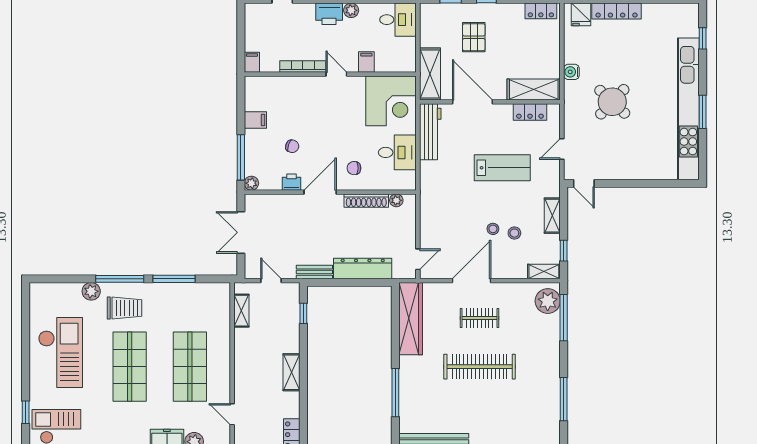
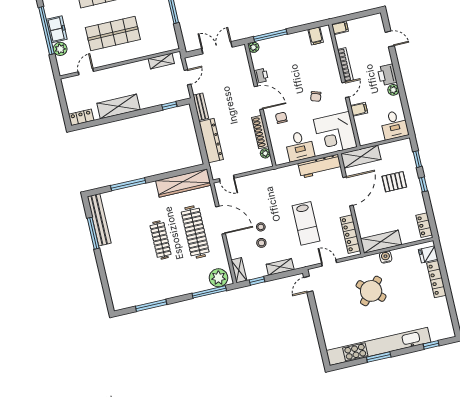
shelving: (534, 89) -> (381, 242), moved, turned 90
locker: (530, 112) -> (350, 234), width x1.53
filing cabinet: (255, 120) -> (316, 36), moved
chair: (292, 146) -> (316, 97), moved
clothes rail: (480, 318) -> (195, 232), width x1.86, depth x1.31
clothes rail: (480, 367) -> (161, 240), width x0.73, depth x0.76
shelving: (292, 372) -> (118, 106), width x1.50, depth x1.33

